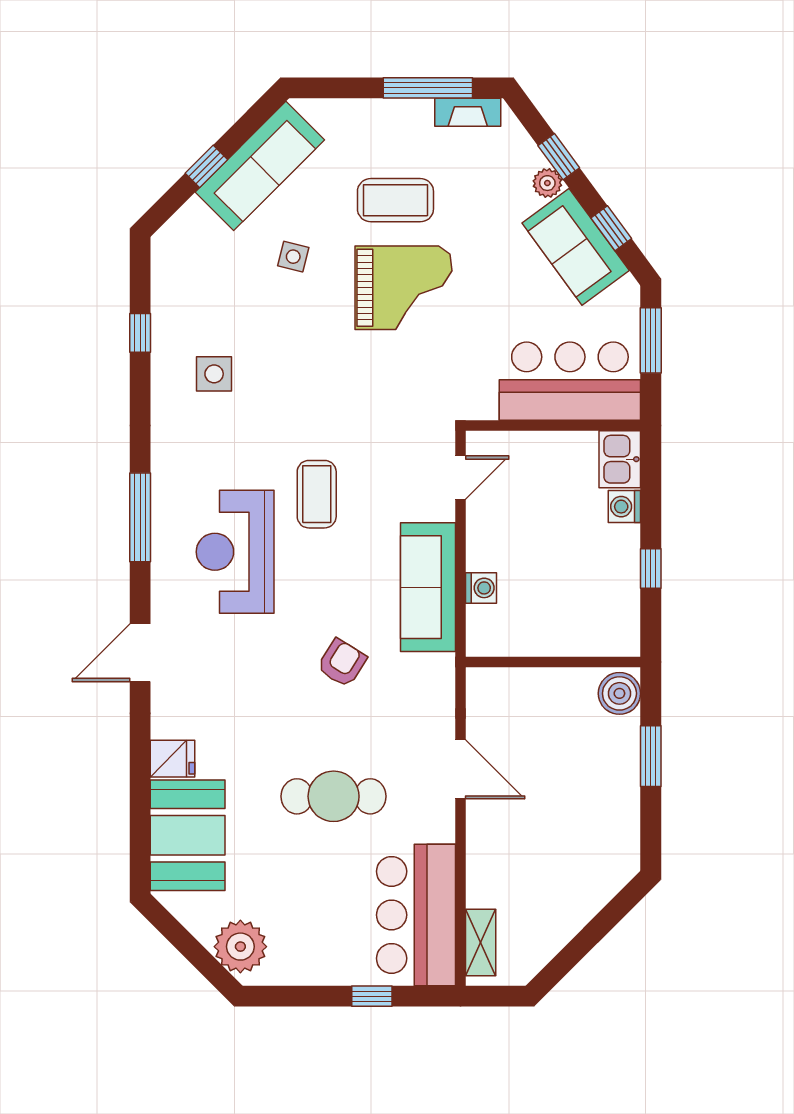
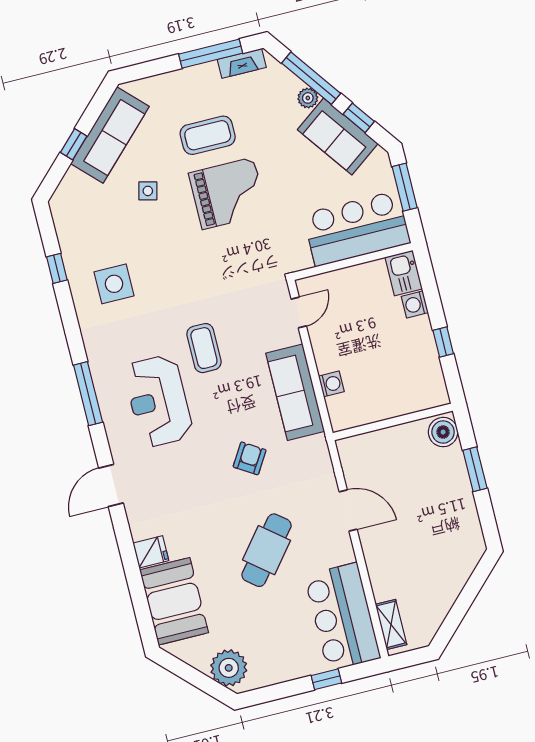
window: (559, 157) -> (311, 78), width x2.17
side table: (214, 374) -> (114, 284), width x1.37, depth x1.37
cafe table: (334, 796) -> (267, 550), turned -51

